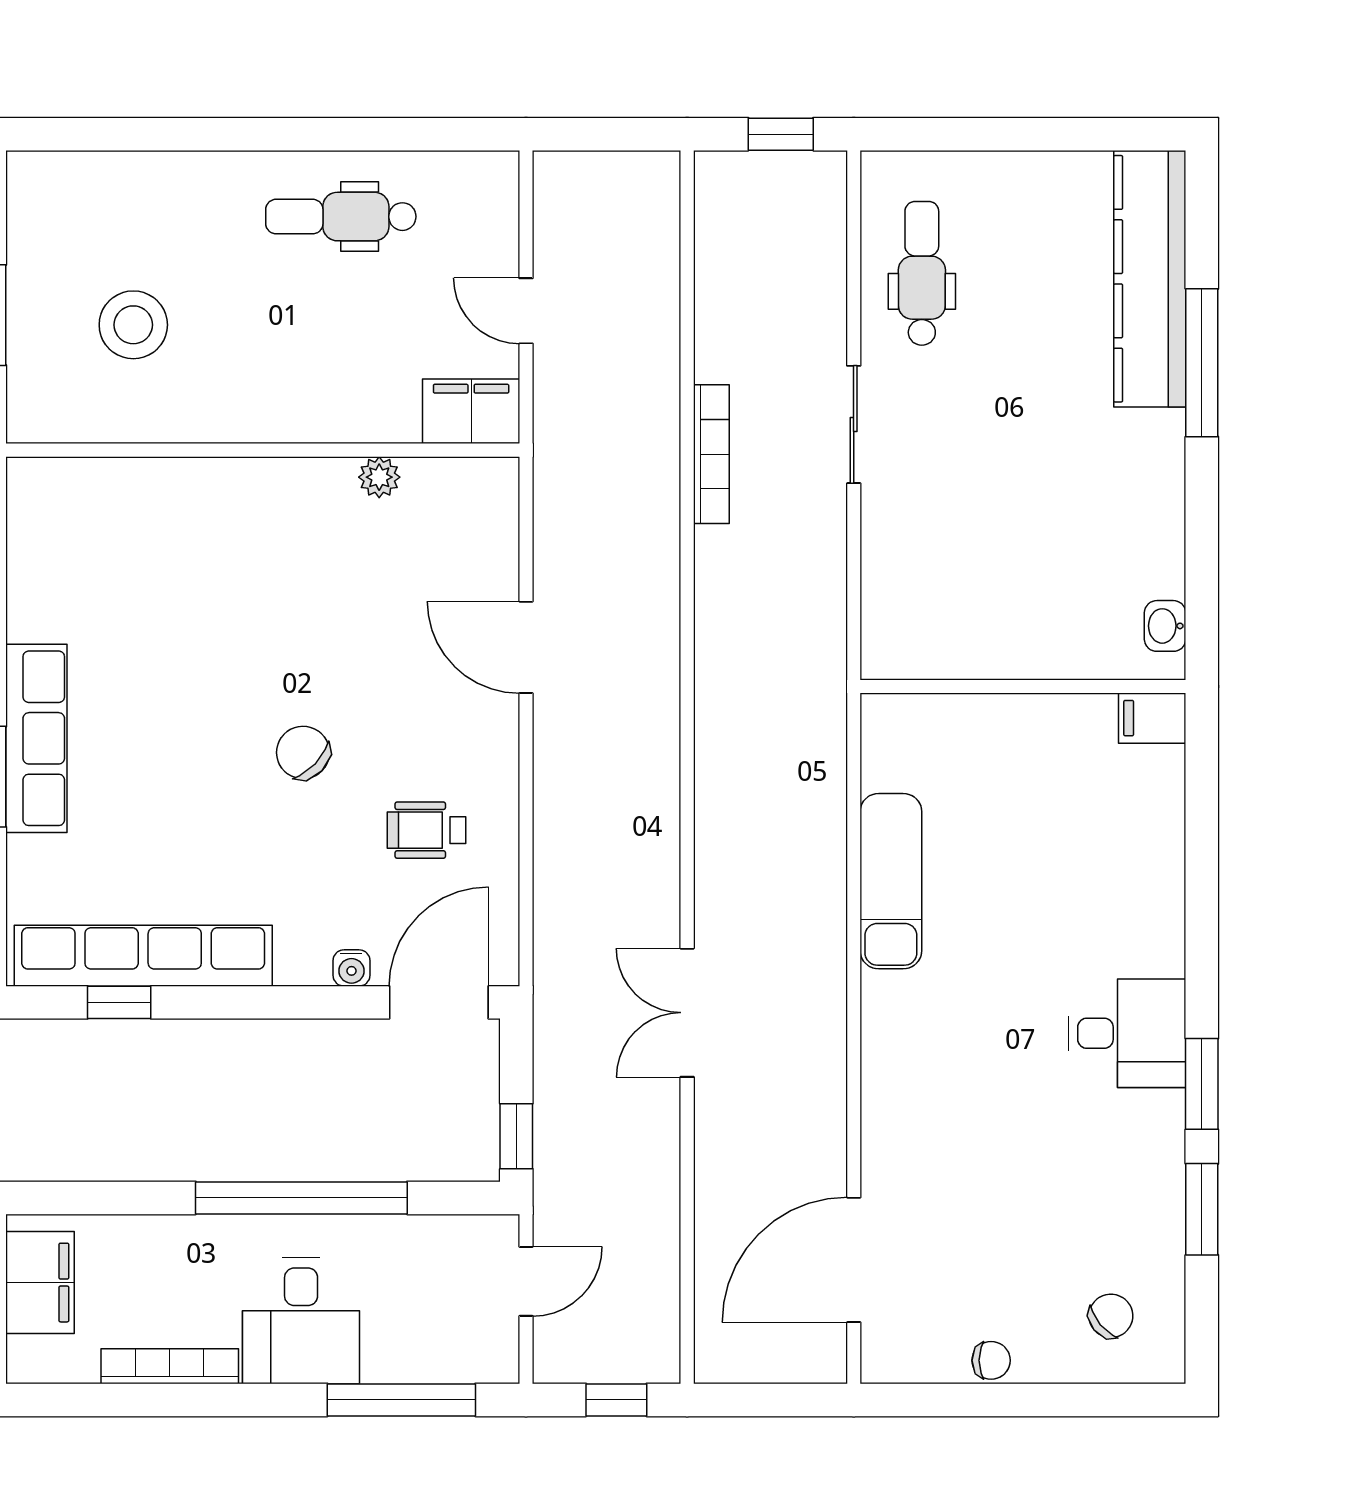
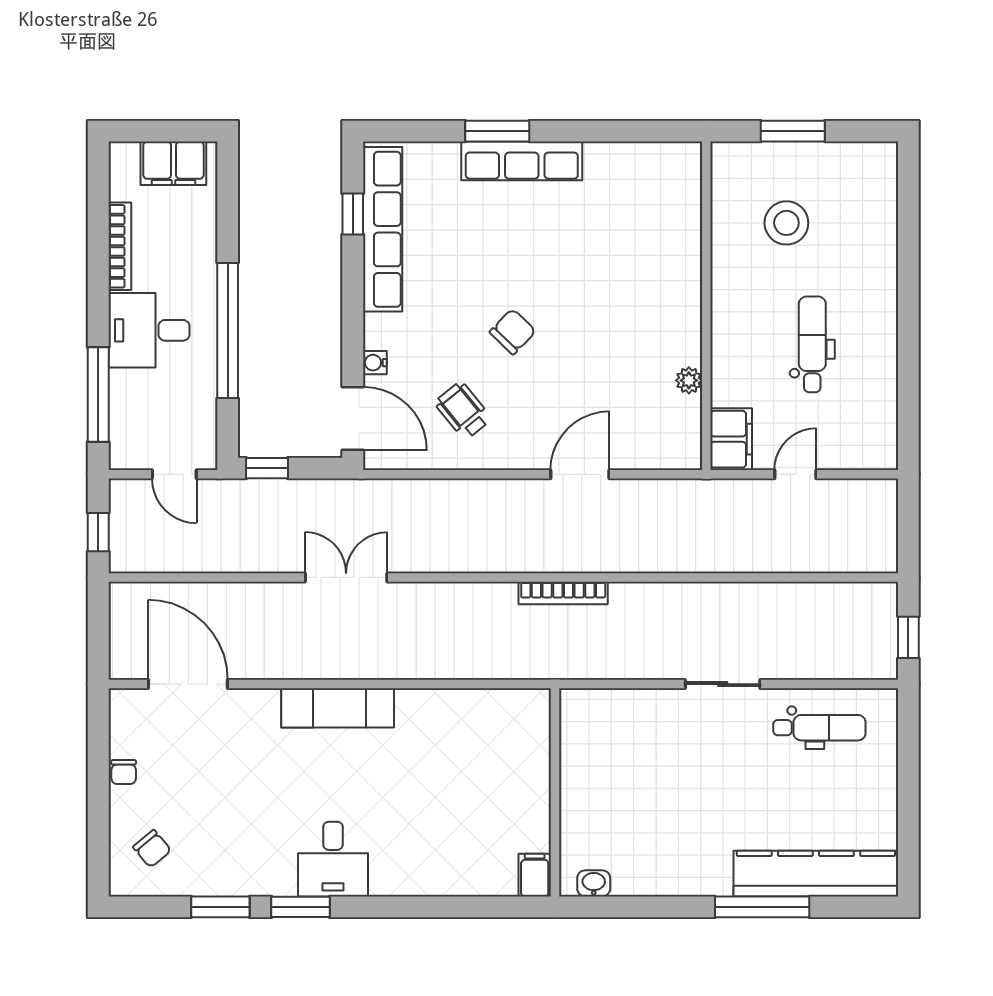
dental chair: (341, 217) -> (812, 344), moved
bookcase: (711, 454) -> (563, 593), moved
wheelchair: (427, 830) -> (463, 411), turned -39
exam couch: (891, 881) -> (338, 708), moved

